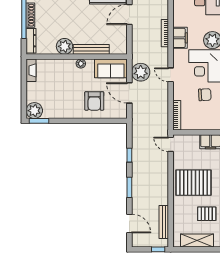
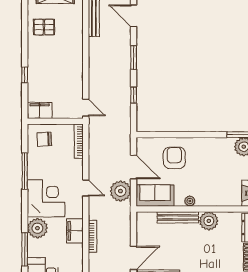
chair: (205, 95) -> (44, 139), moved
pallet: (193, 183) -> (59, 63), removed

